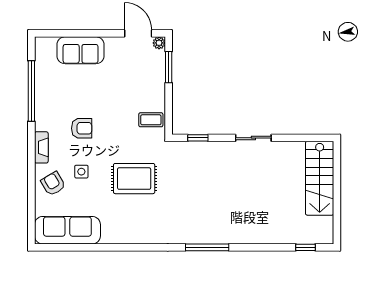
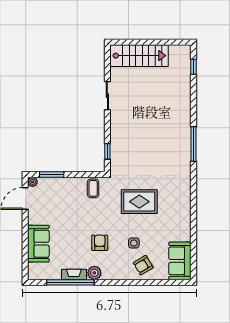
plant: (43, 121) -> (94, 273), added
sliding door: (253, 138) -> (107, 96), moved
fireplace: (41, 147) -> (74, 275), moved
rug: (134, 179) -> (139, 202), turned 90
sofa: (67, 230) -> (180, 261), width x0.73

